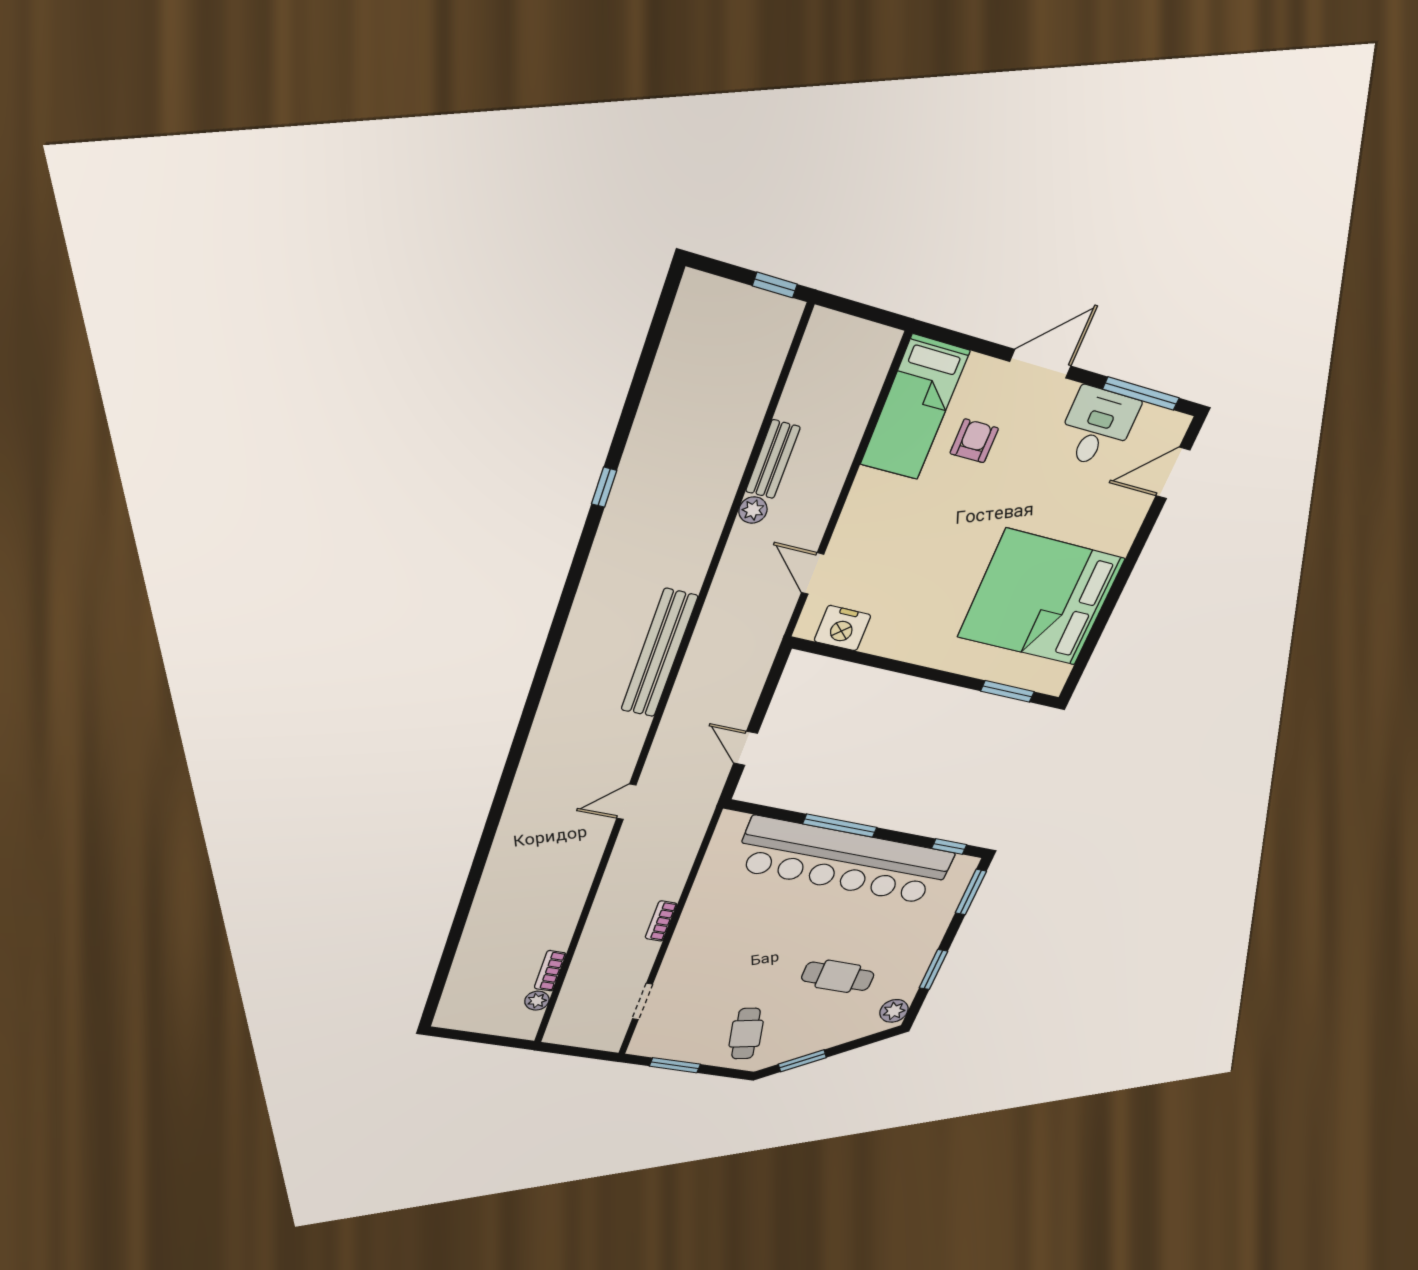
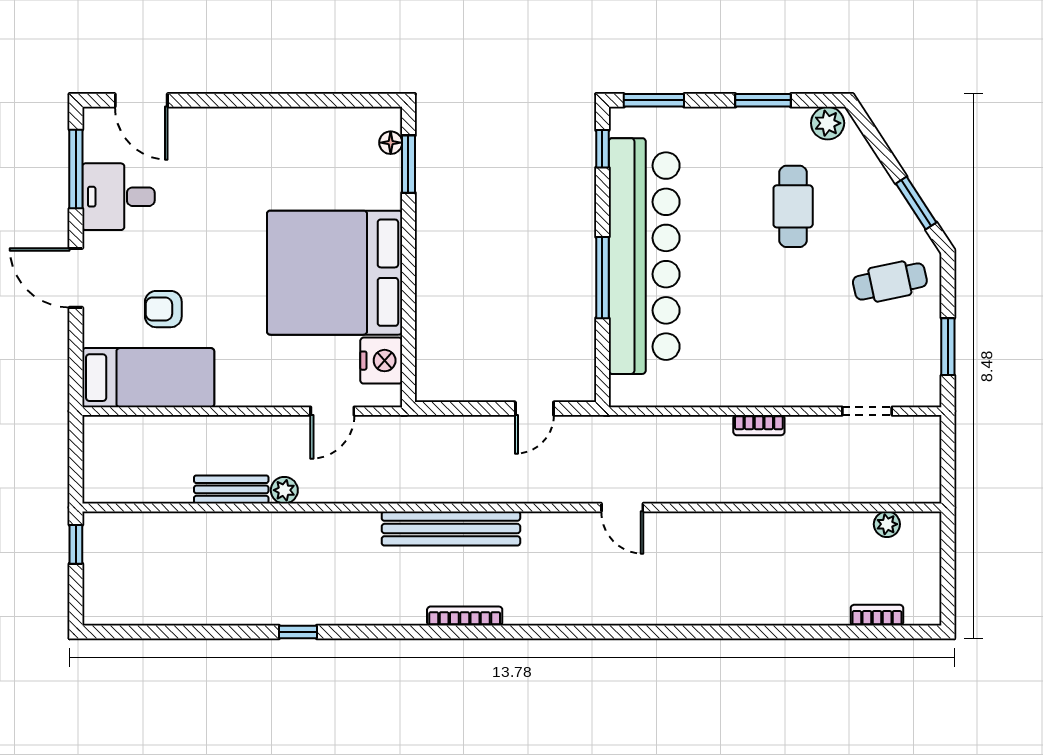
bed: (1041, 598) -> (335, 273), moved, turned 90
bookcase: (568, 647) -> (465, 616), added
floor lamp: (1033, 681) -> (391, 143), added
bookcase: (550, 971) -> (877, 615), moved, turned 180

